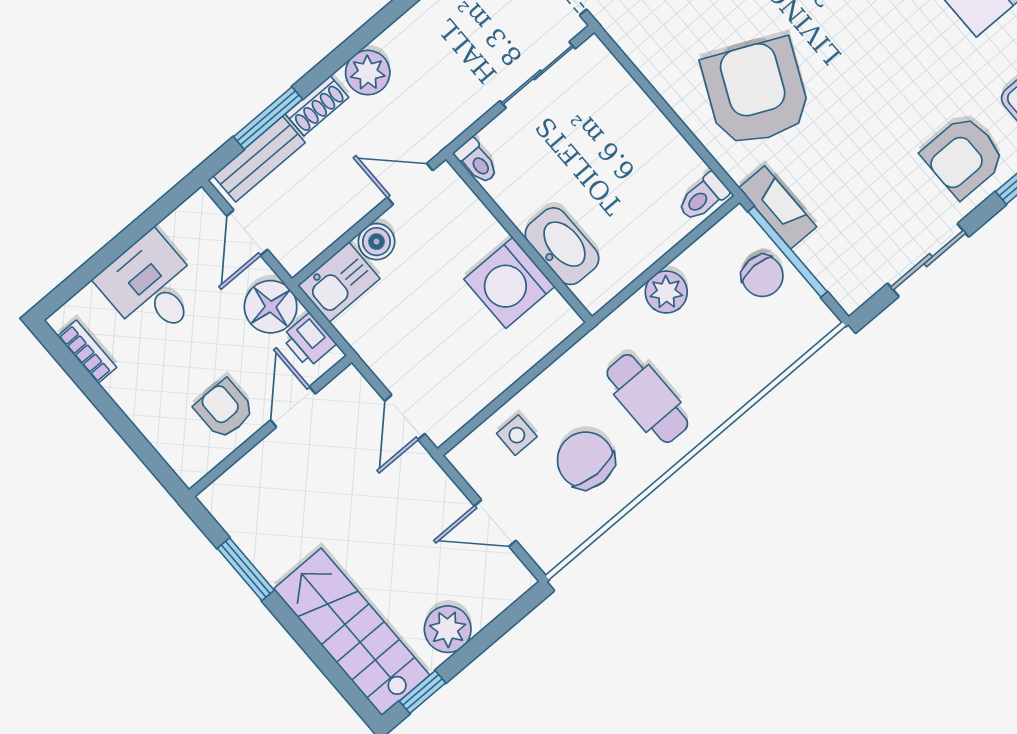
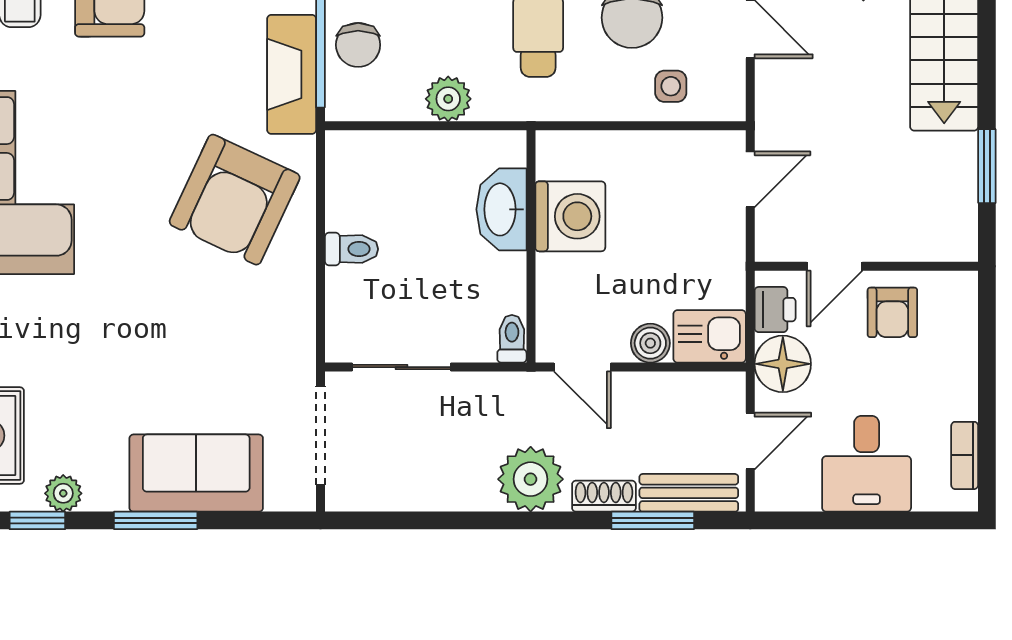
plant: (368, 73) -> (531, 479), width x1.36, depth x1.36
toilet: (703, 197) -> (352, 249), moved
fireplace: (778, 207) -> (292, 74), width x1.37, depth x1.32
chair: (762, 276) -> (358, 45), turned 180

